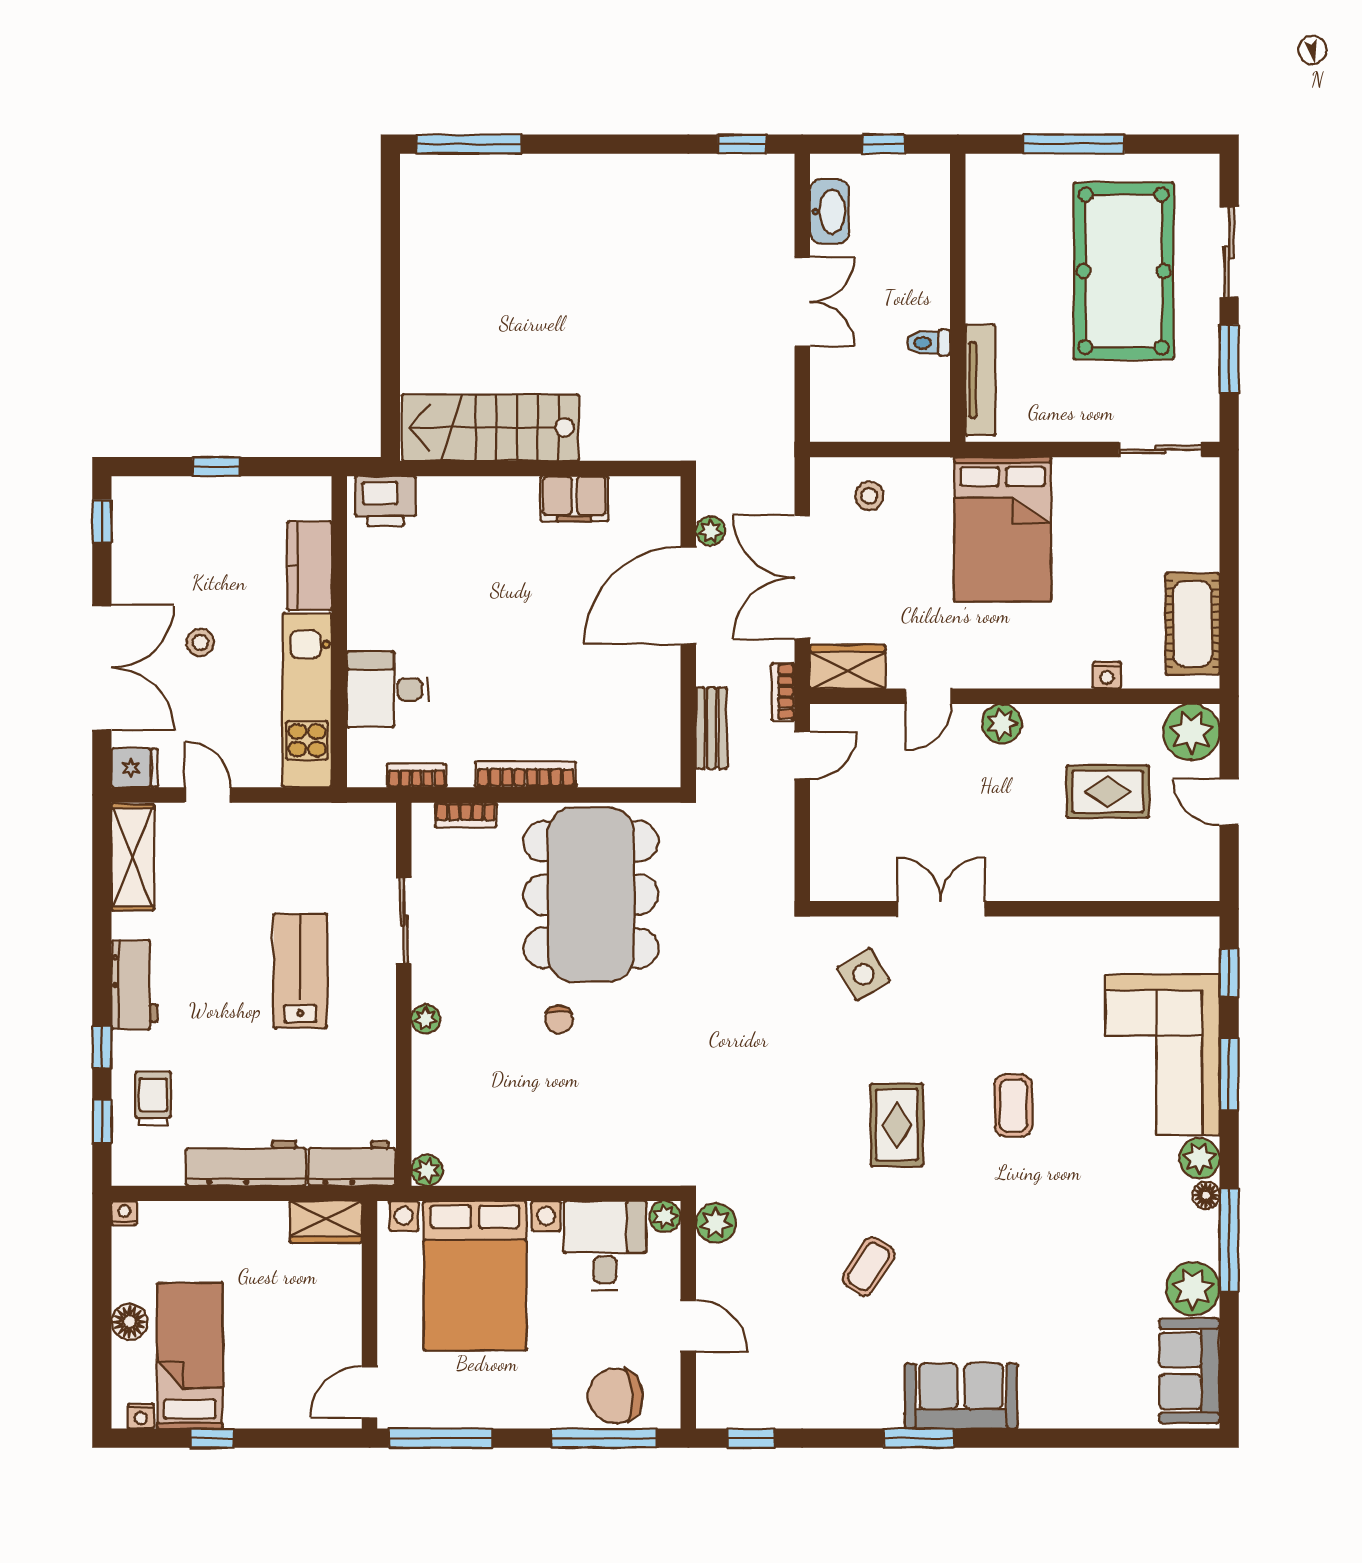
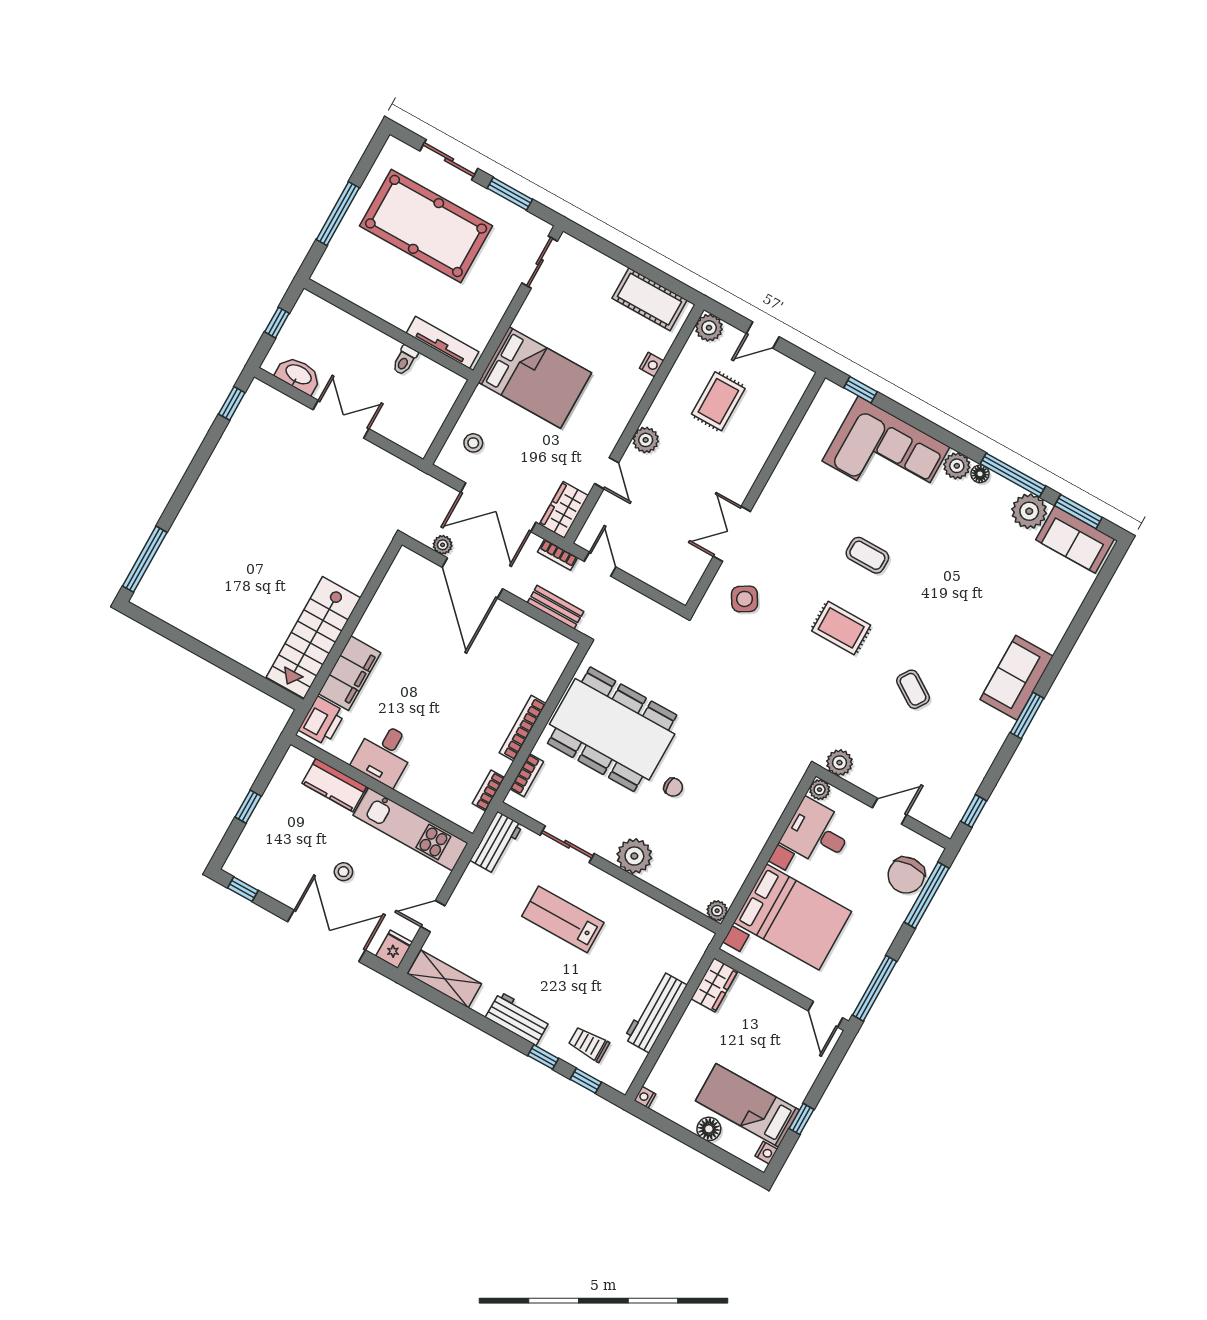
filing cabinet: (574, 499) -> (350, 673), moved, width x1.50, depth x1.17
desk: (388, 689) -> (384, 754), moved
plant: (1191, 732) -> (709, 328), width x0.73, depth x0.73
plant: (426, 1019) -> (634, 856), width x1.88, depth x1.88
window: (1229, 1074) -> (1078, 512), moved
workbench: (352, 1163) -> (496, 843), moved, turned 180

